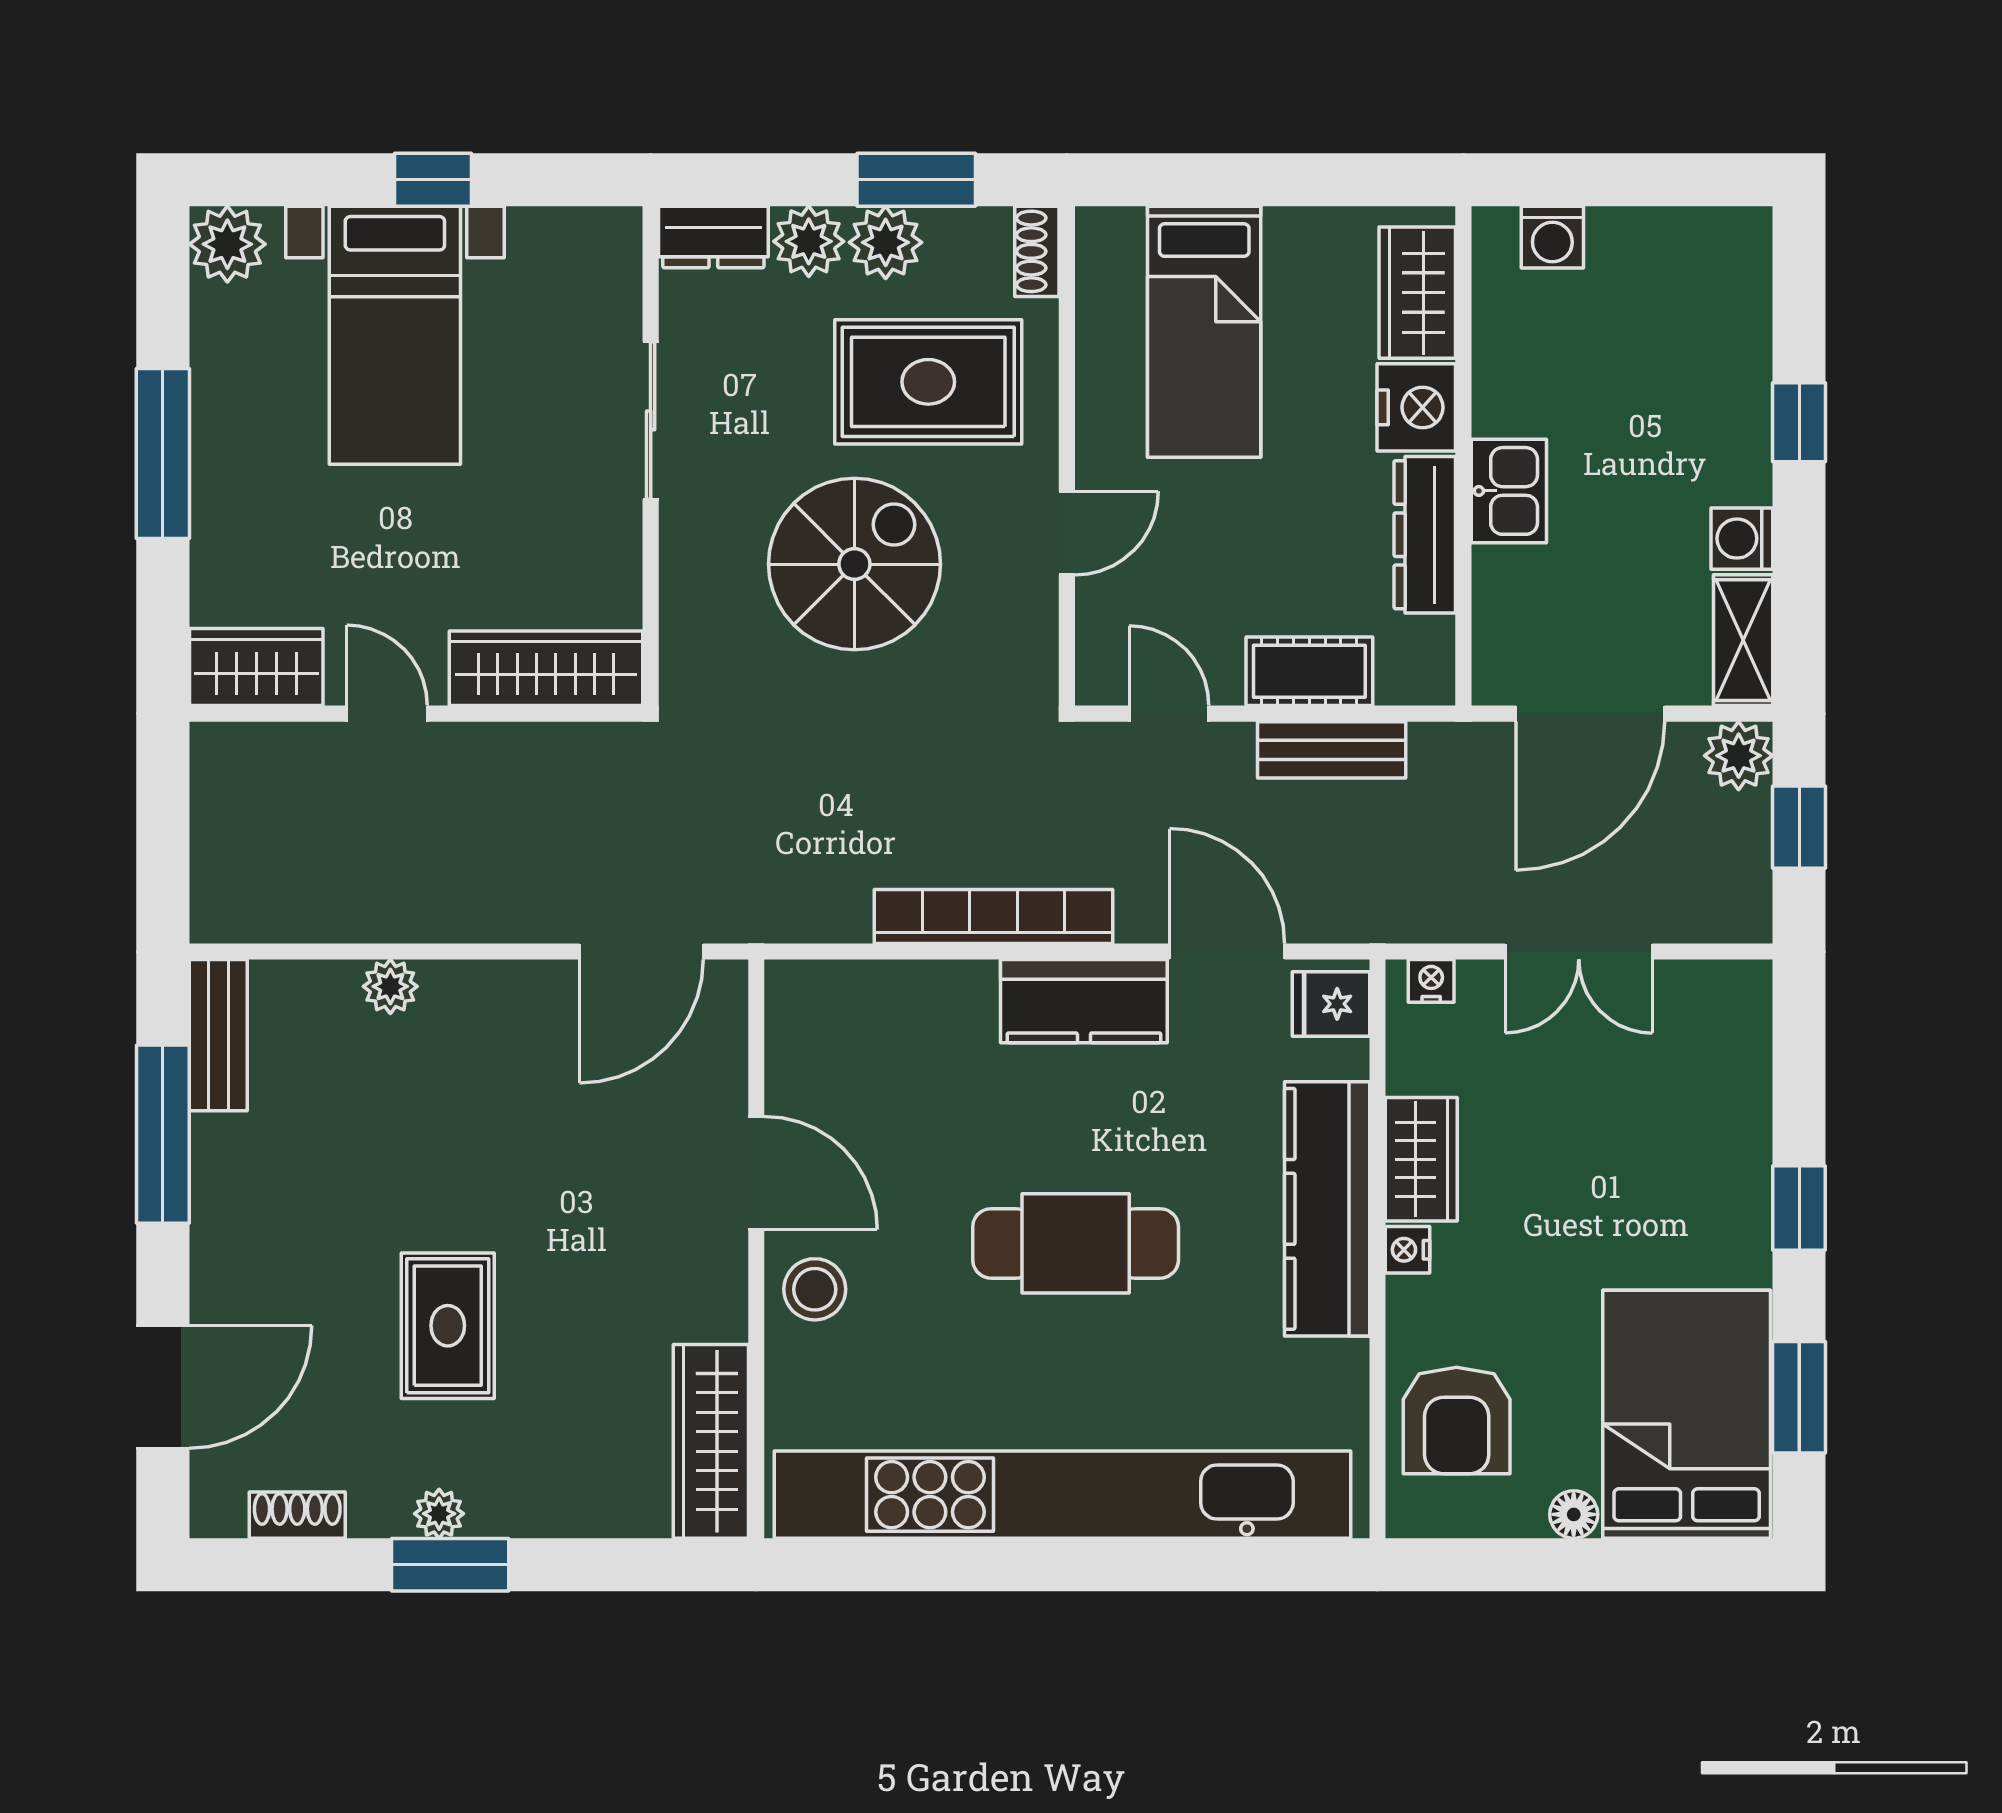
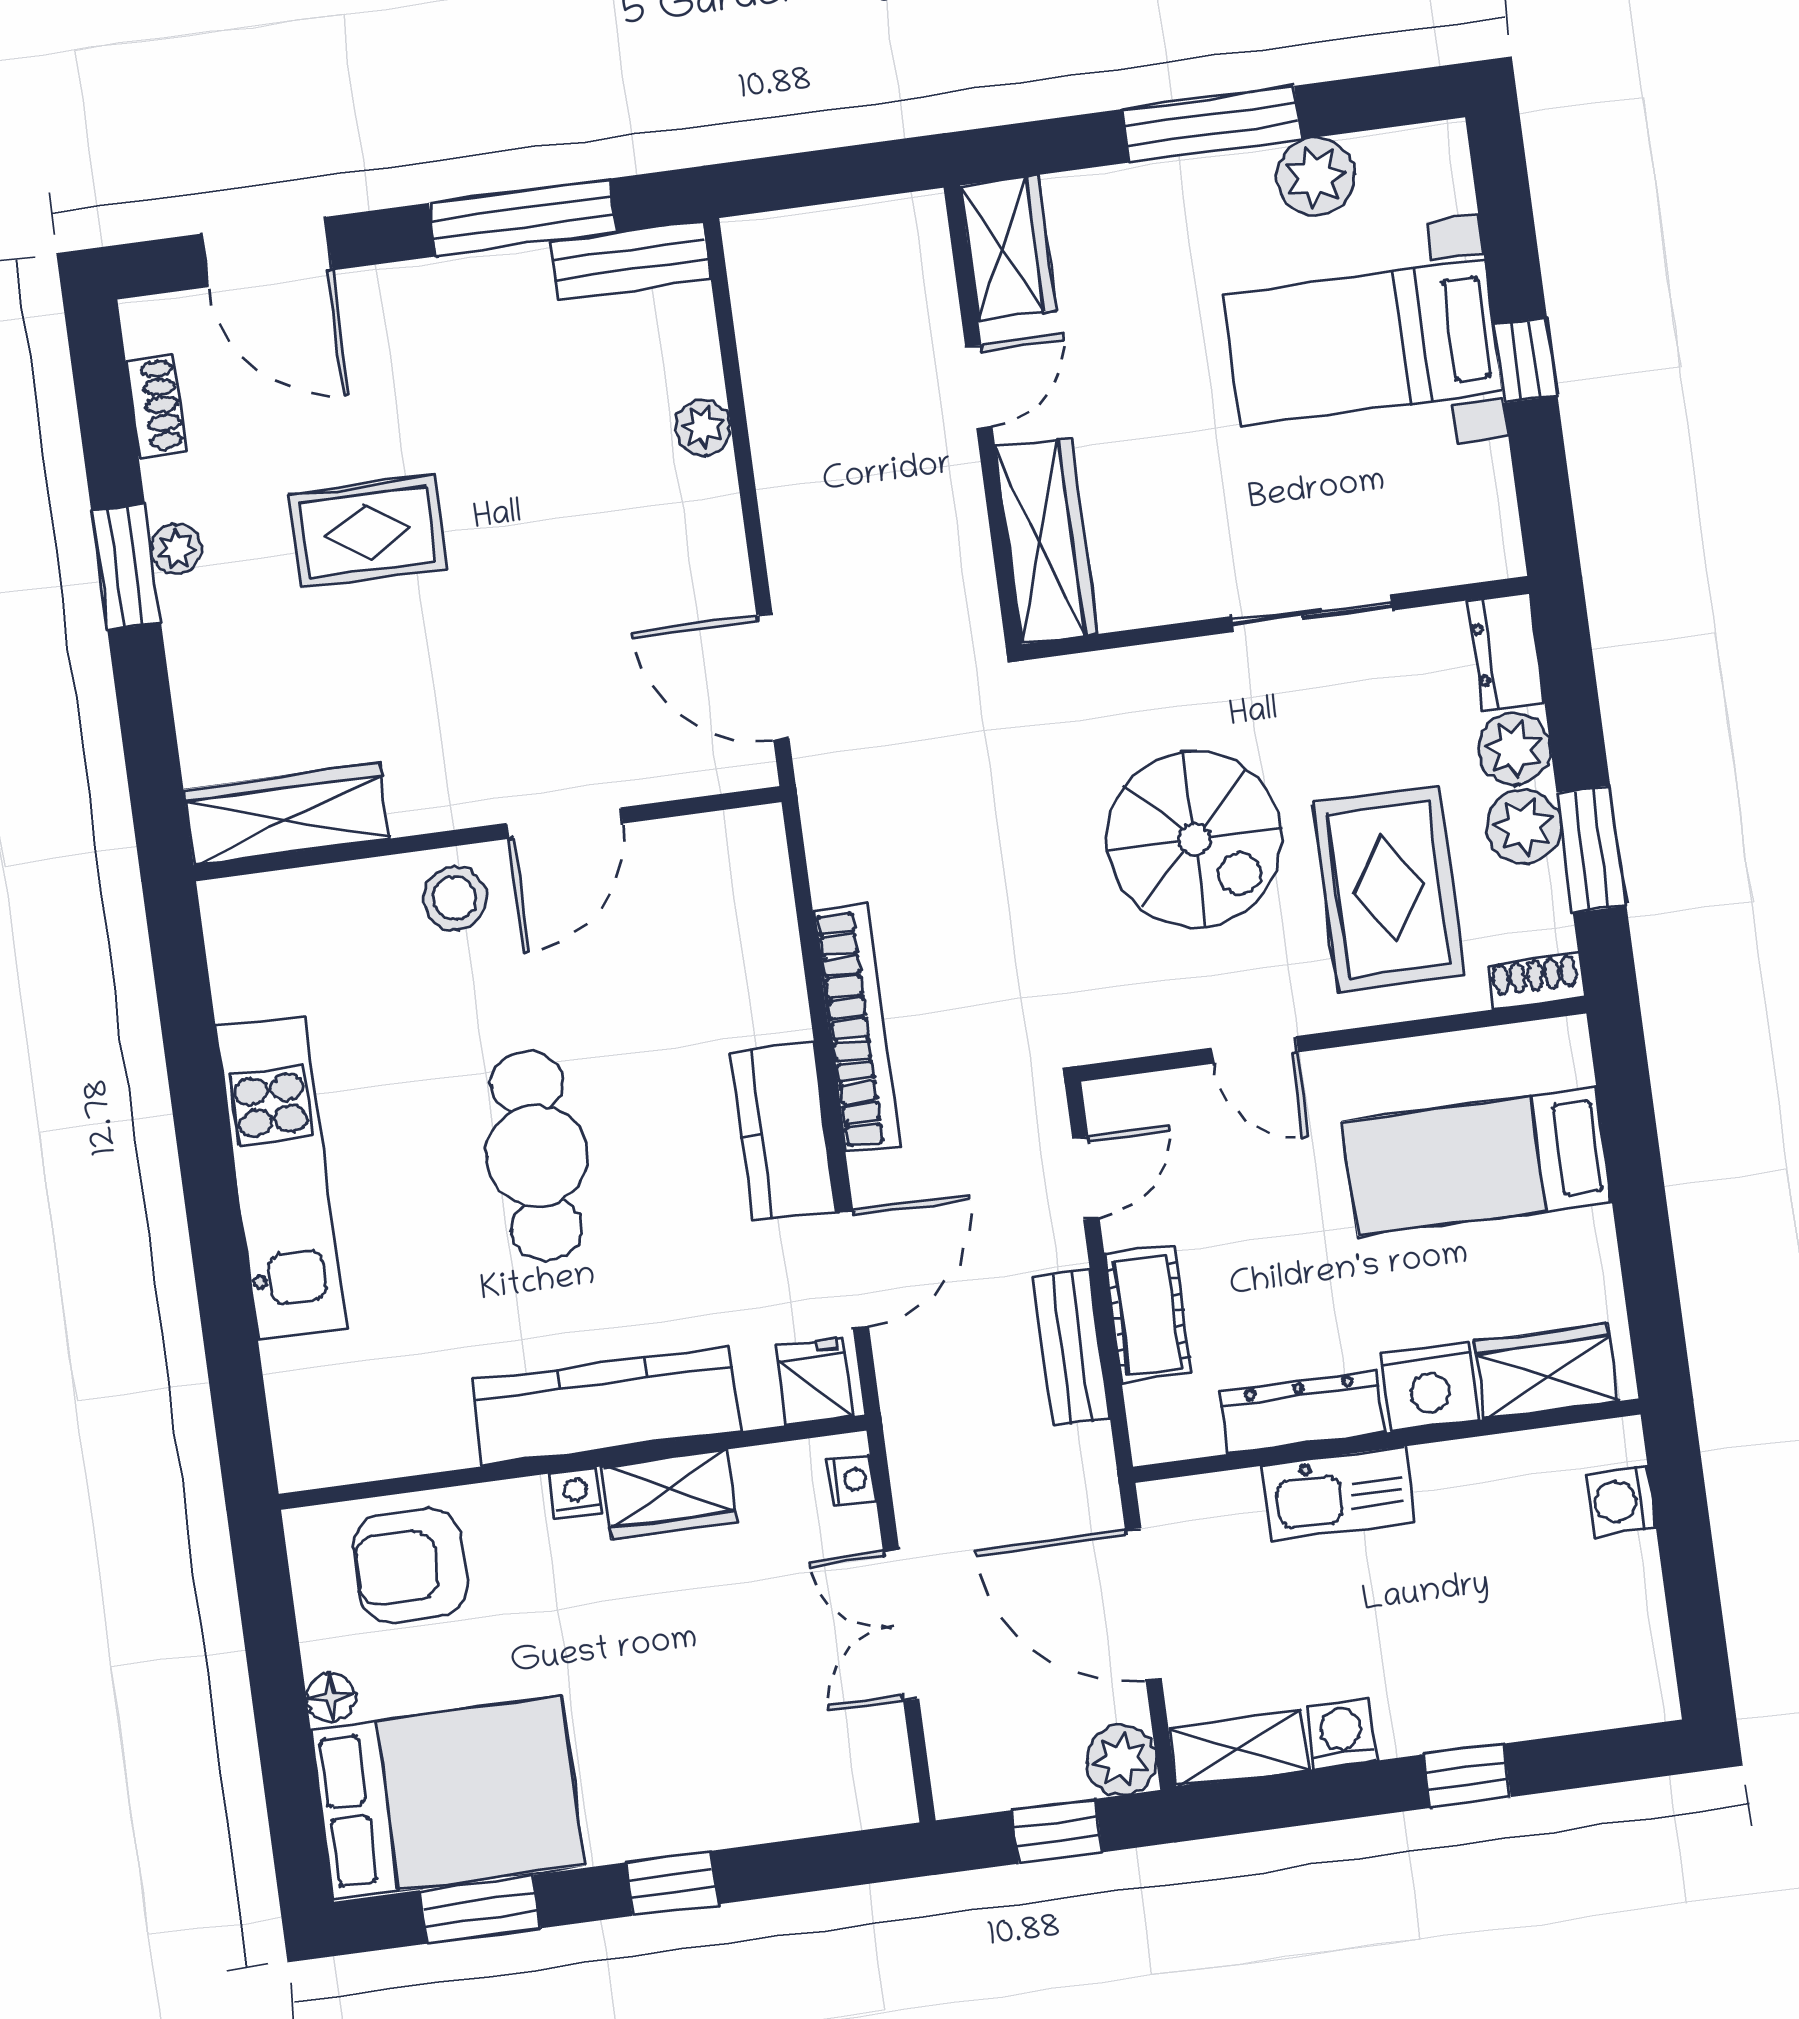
plant: (227, 244) -> (1316, 177), moved
kitchen sink: (1509, 491) -> (1338, 1494), width x1.38
kitchen unit: (1063, 1495) -> (281, 1177), width x0.54

